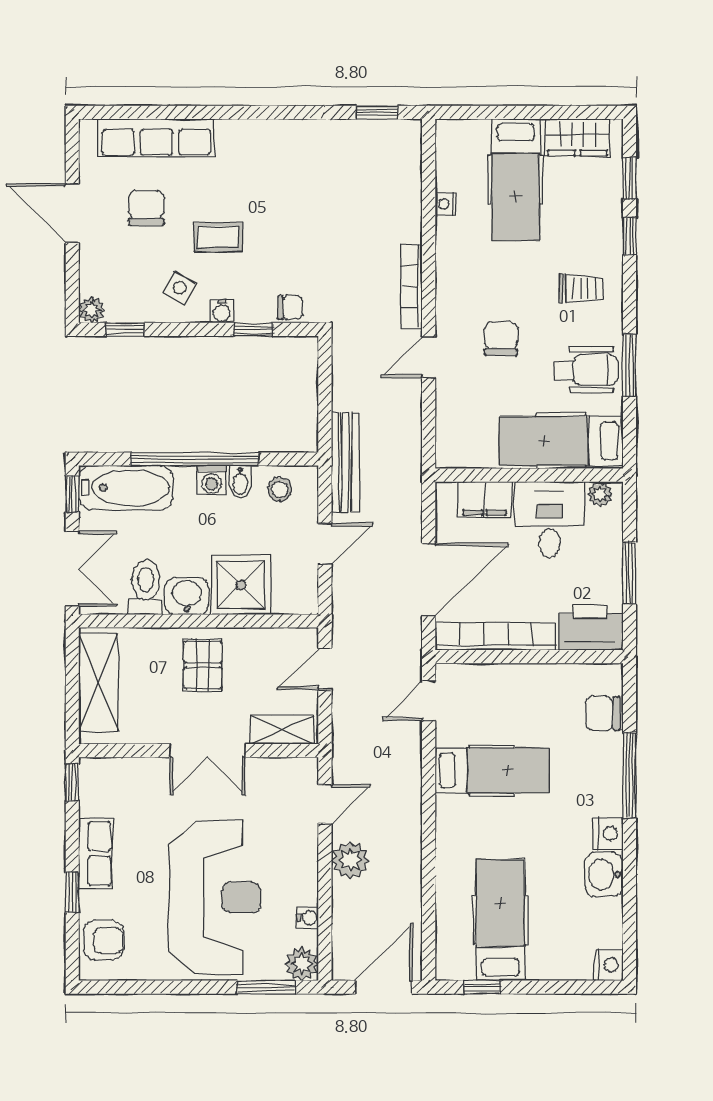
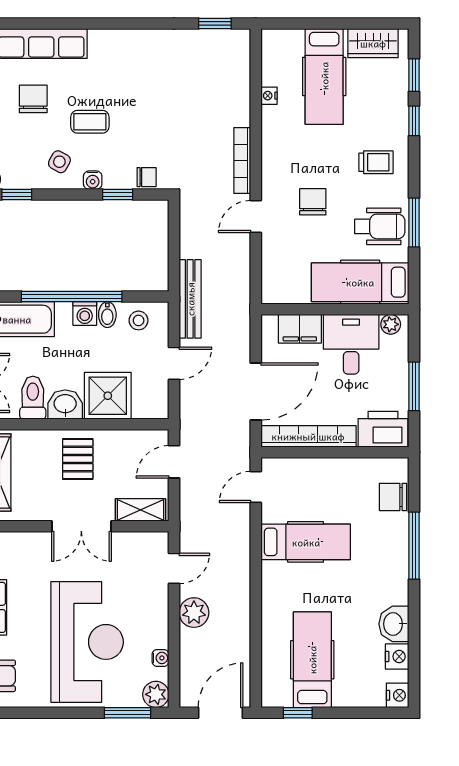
nightstand: (608, 833) -> (397, 656), moved

